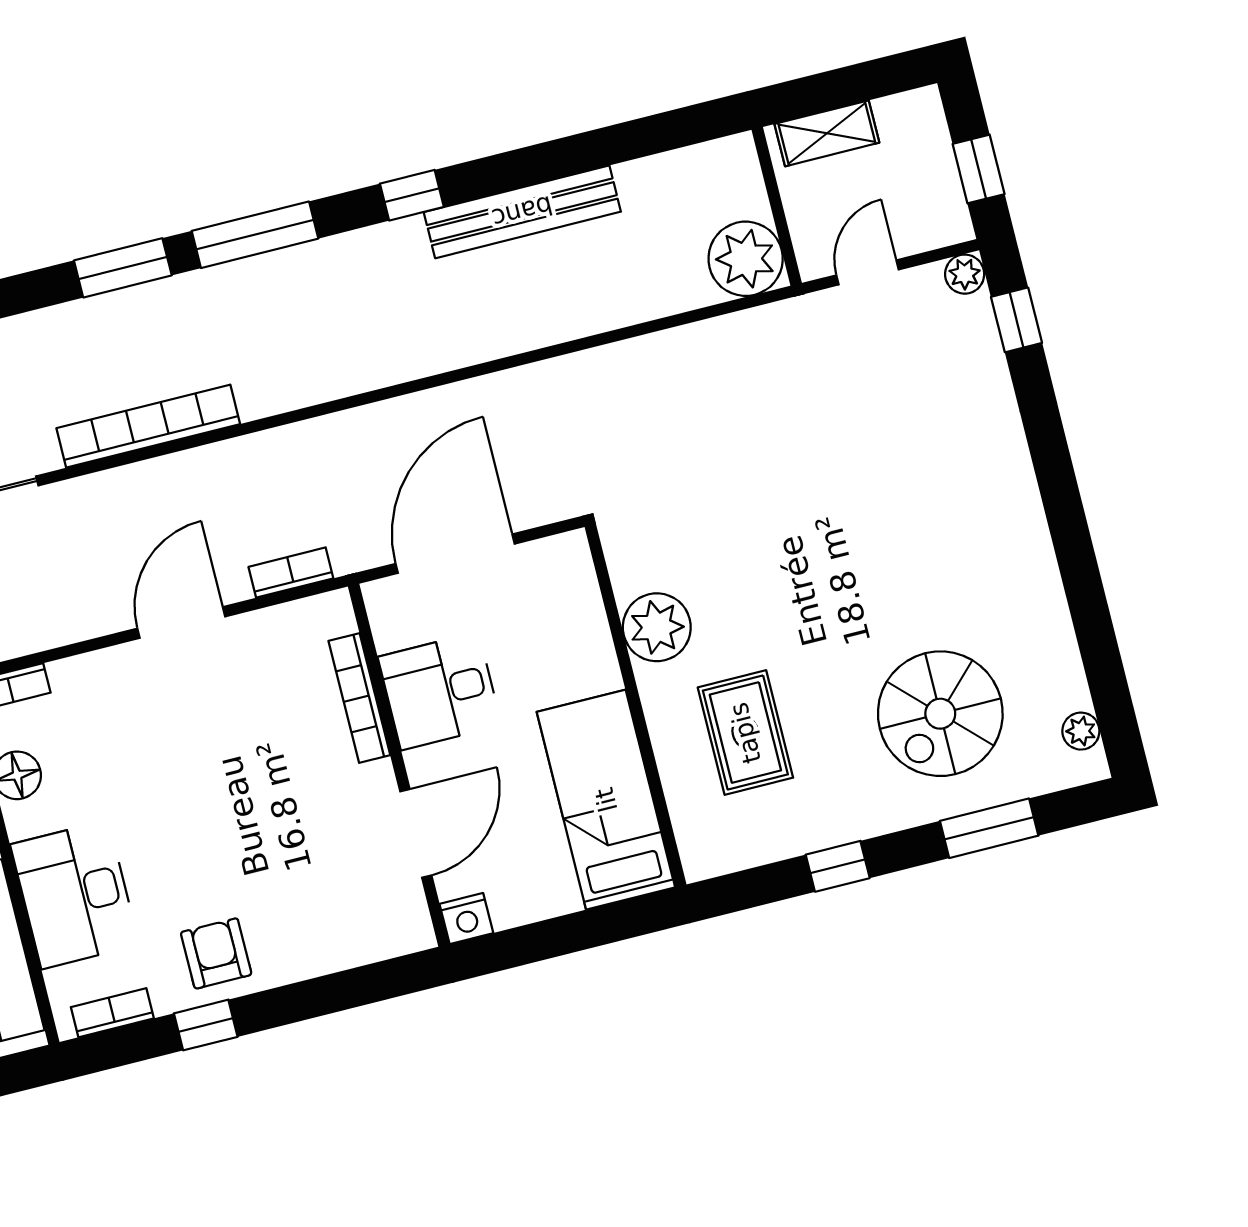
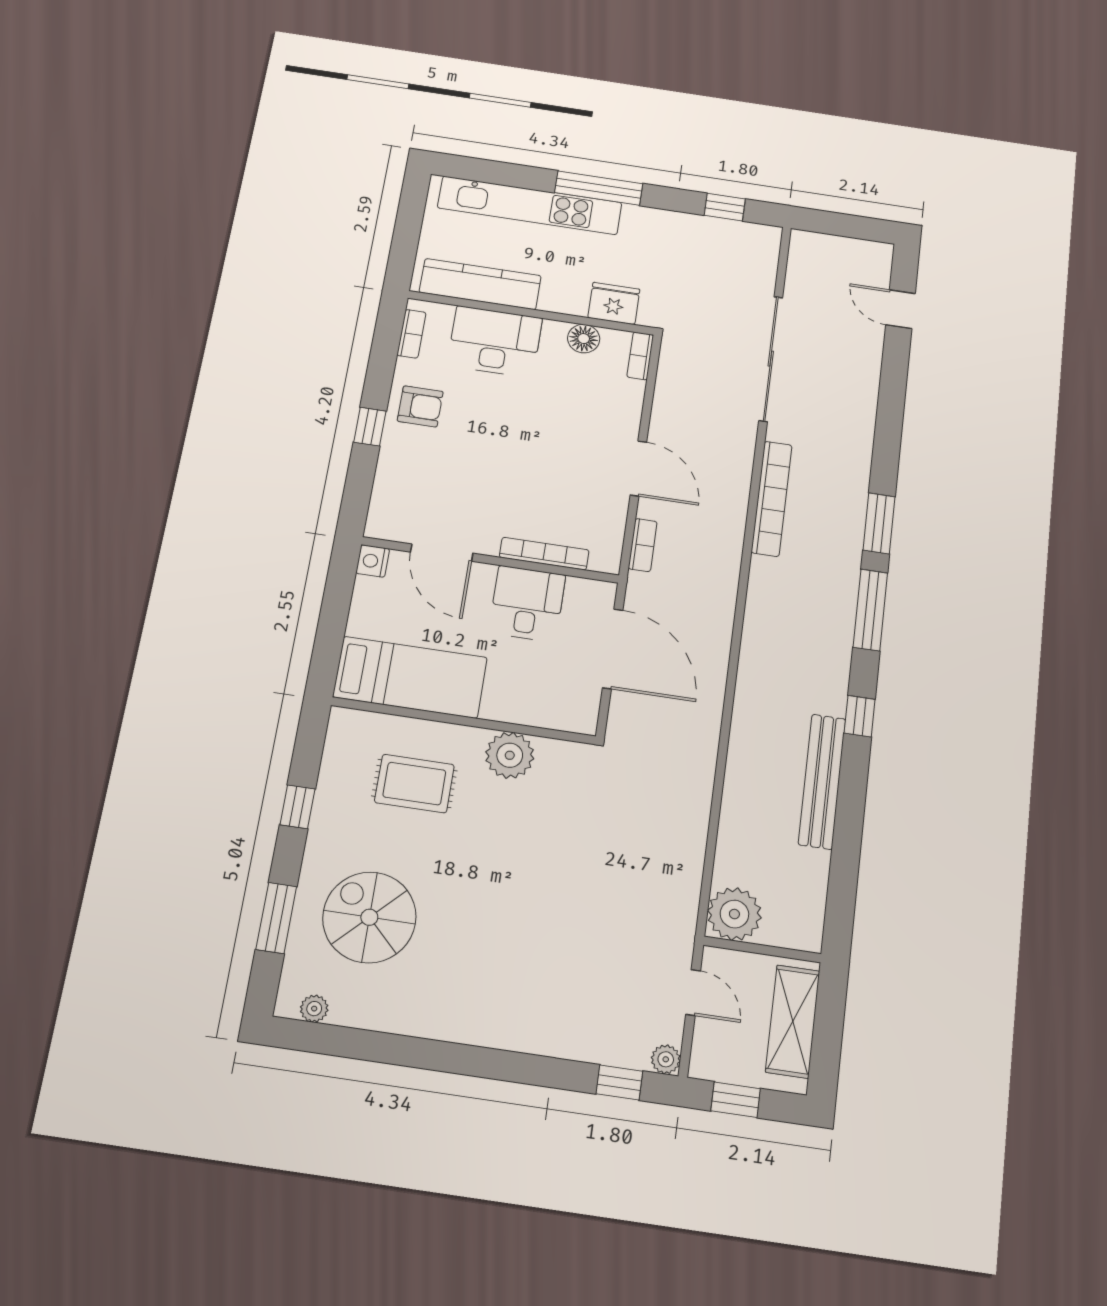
shelving: (827, 133) -> (793, 1021), width x1.50, depth x1.33
window: (206, 1025) -> (370, 427), moved

